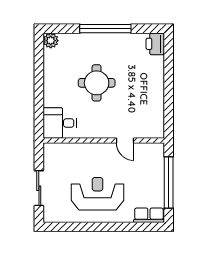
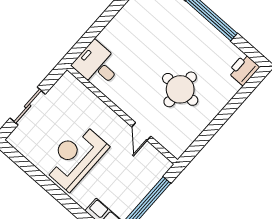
round table: (97, 83) -> (180, 89), moved
reception desk: (98, 194) -> (75, 157), turned -90

